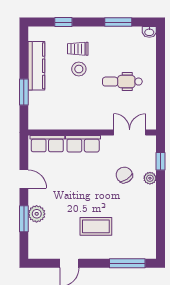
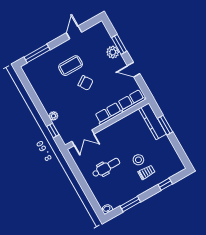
kitchen counter: (36, 66) -> (152, 121), moved
chair: (124, 175) -> (85, 83), moved

